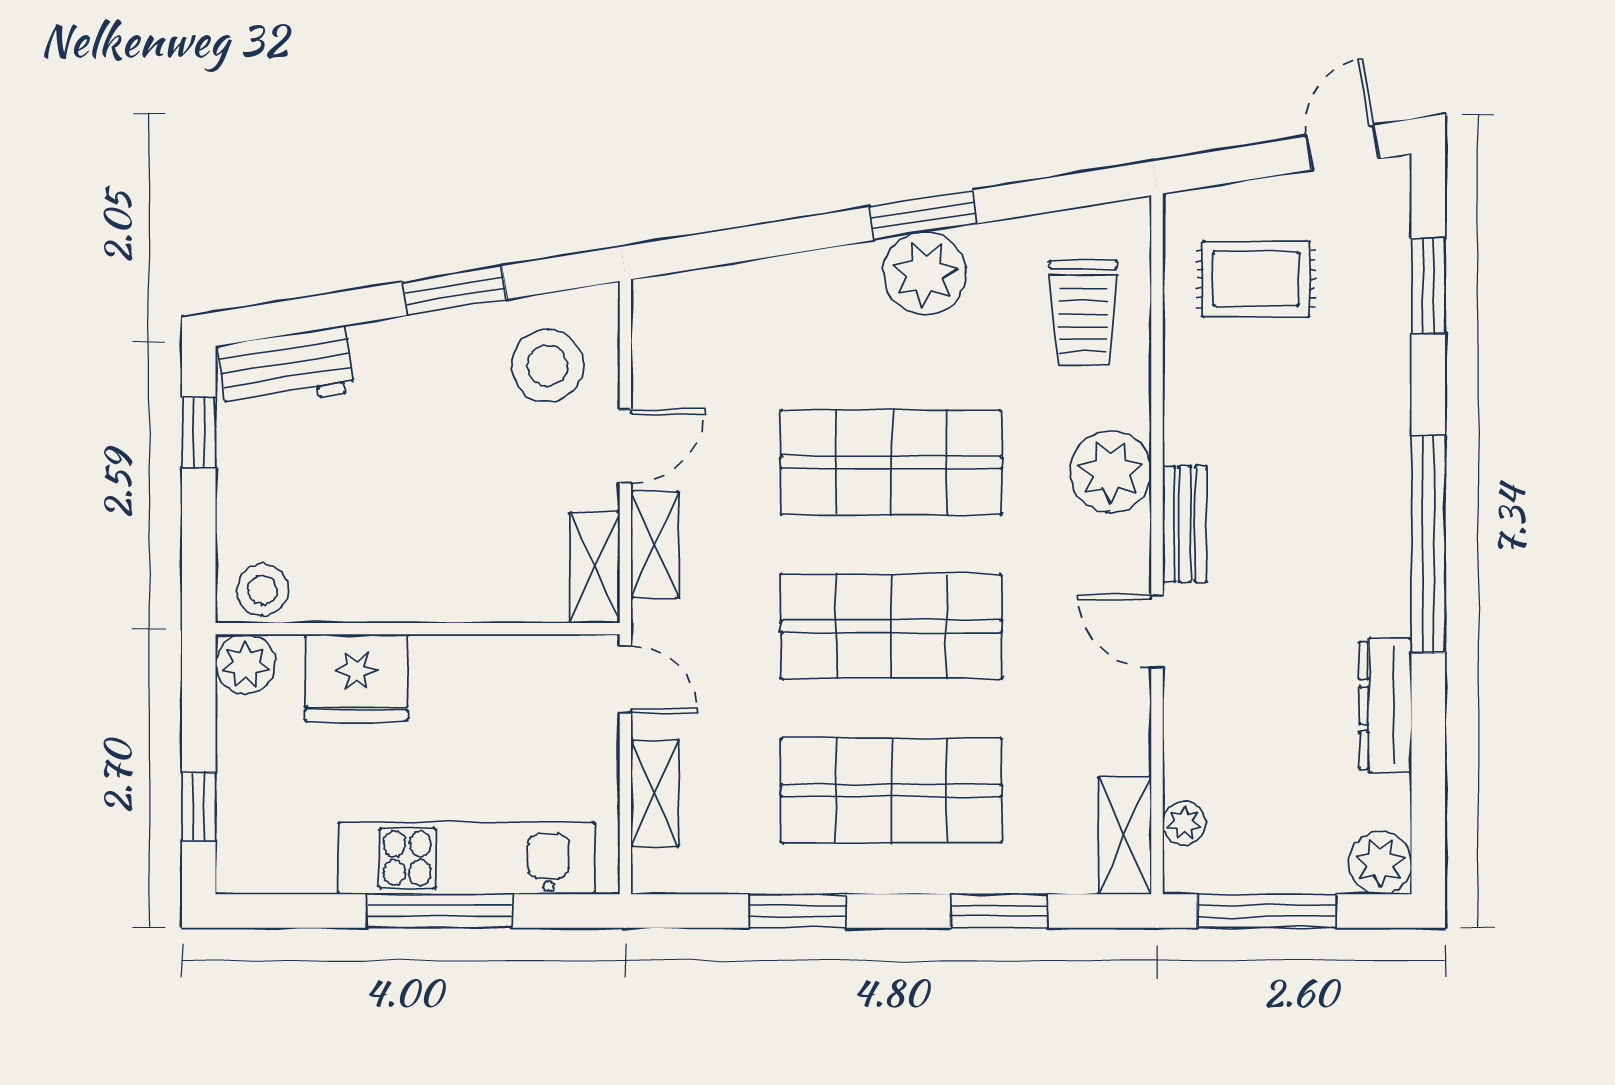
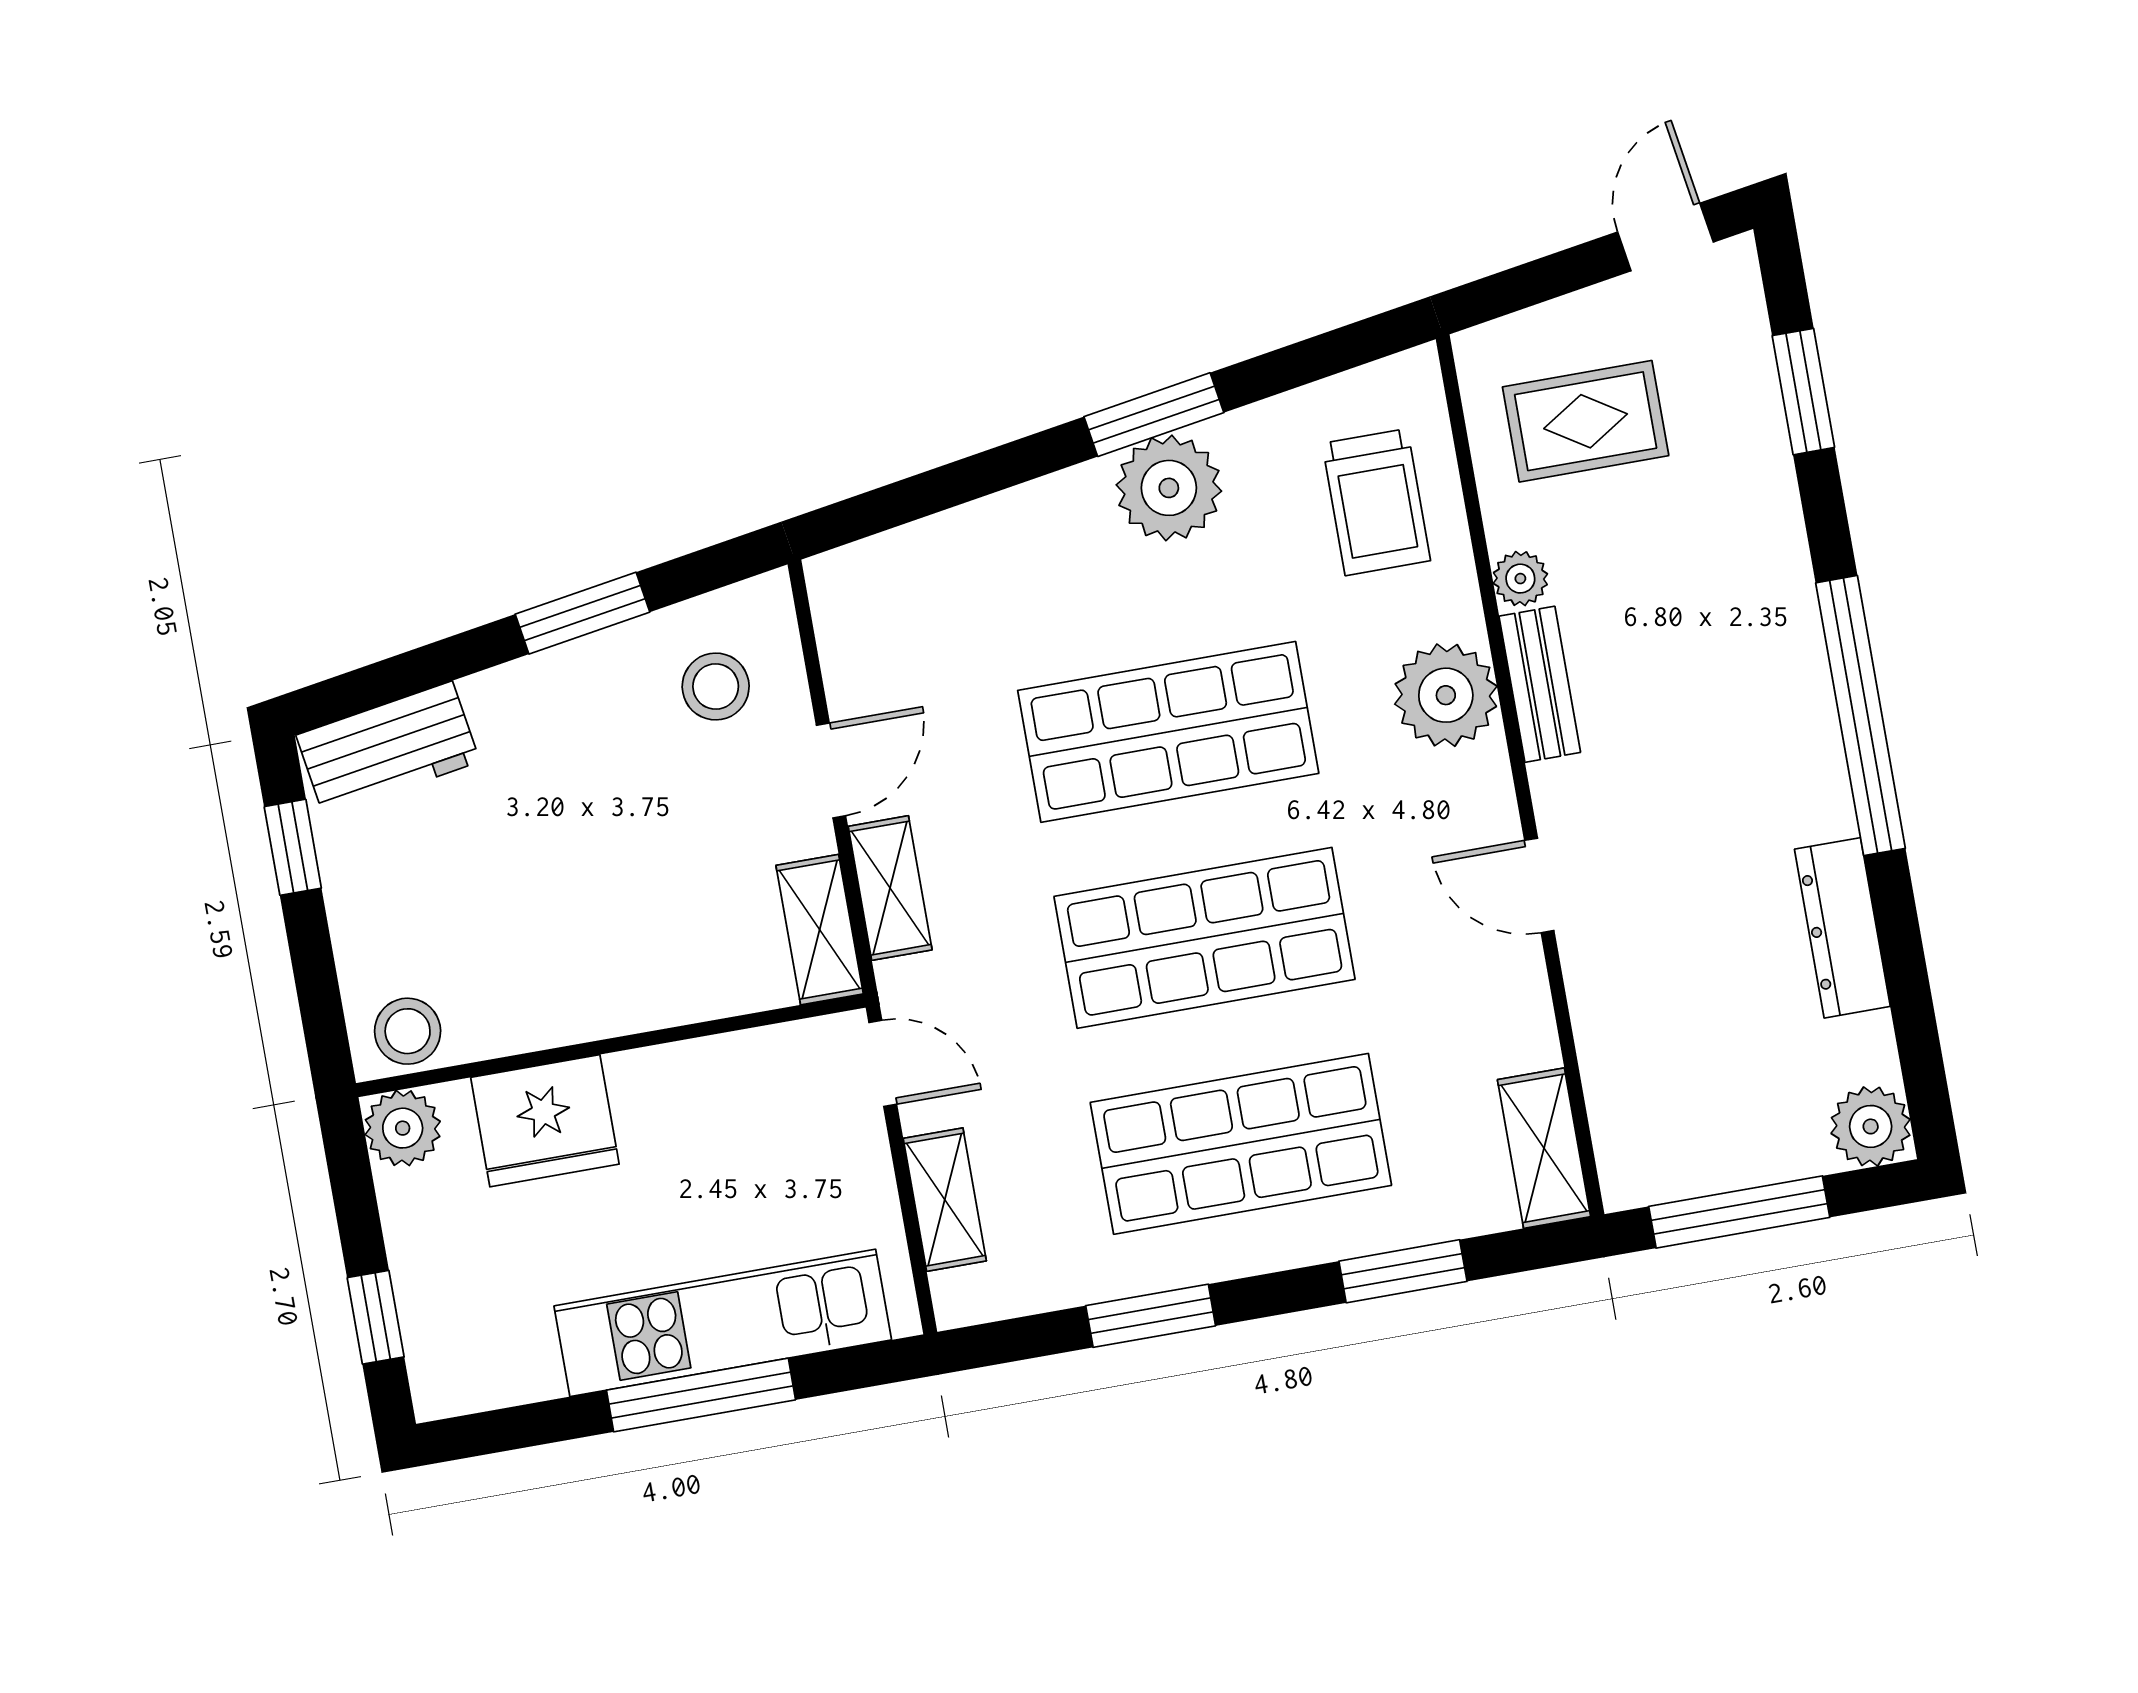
stool: (548, 365) -> (716, 686), width x0.73, depth x0.73
bench: (1185, 524) -> (1540, 684), moved
plant: (1184, 823) -> (1520, 579), moved

